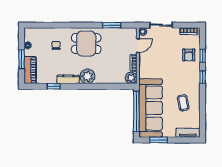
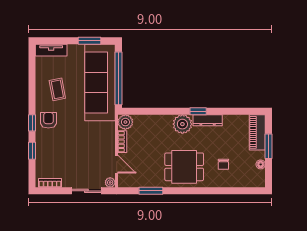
door: (138, 46) -> (117, 164), swing flipped
armchair: (189, 55) -> (48, 120), moved
window: (54, 86) -> (198, 111), moved

